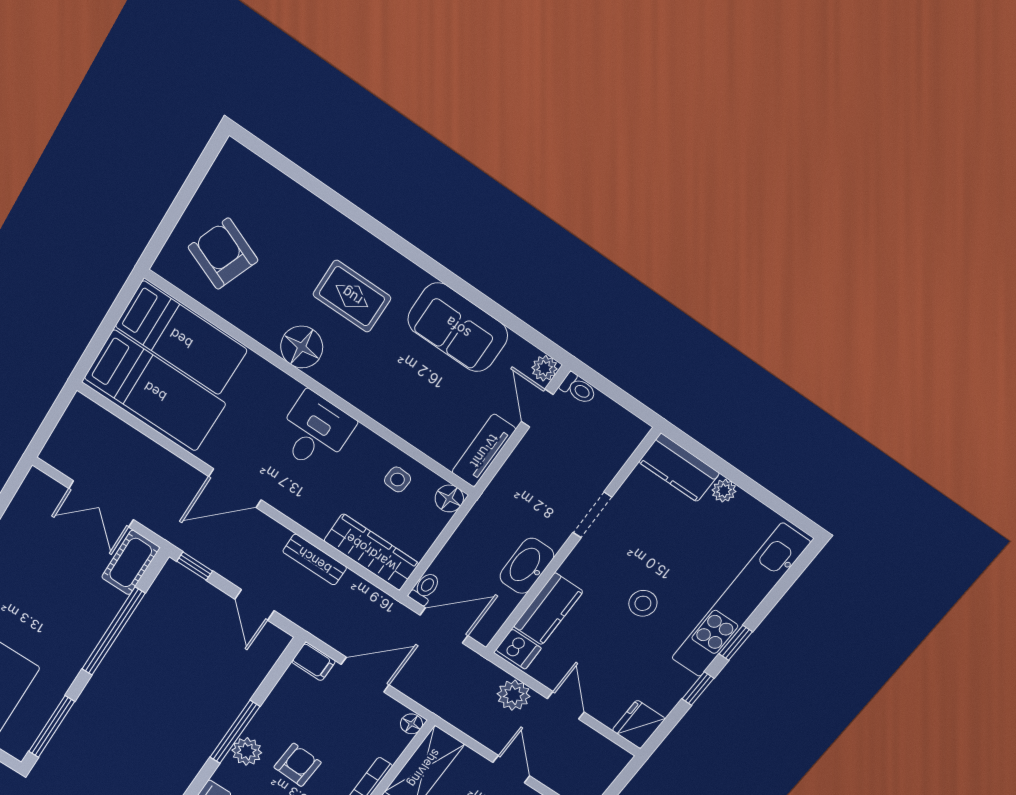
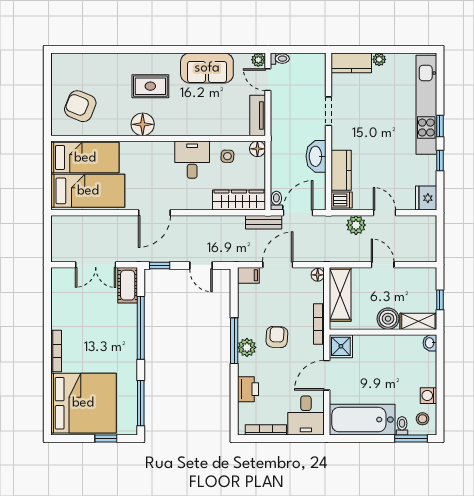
desk: (315, 432) -> (192, 160), moved
bench: (315, 560) -> (264, 222), moved
stool: (643, 603) -> (383, 137), removed

